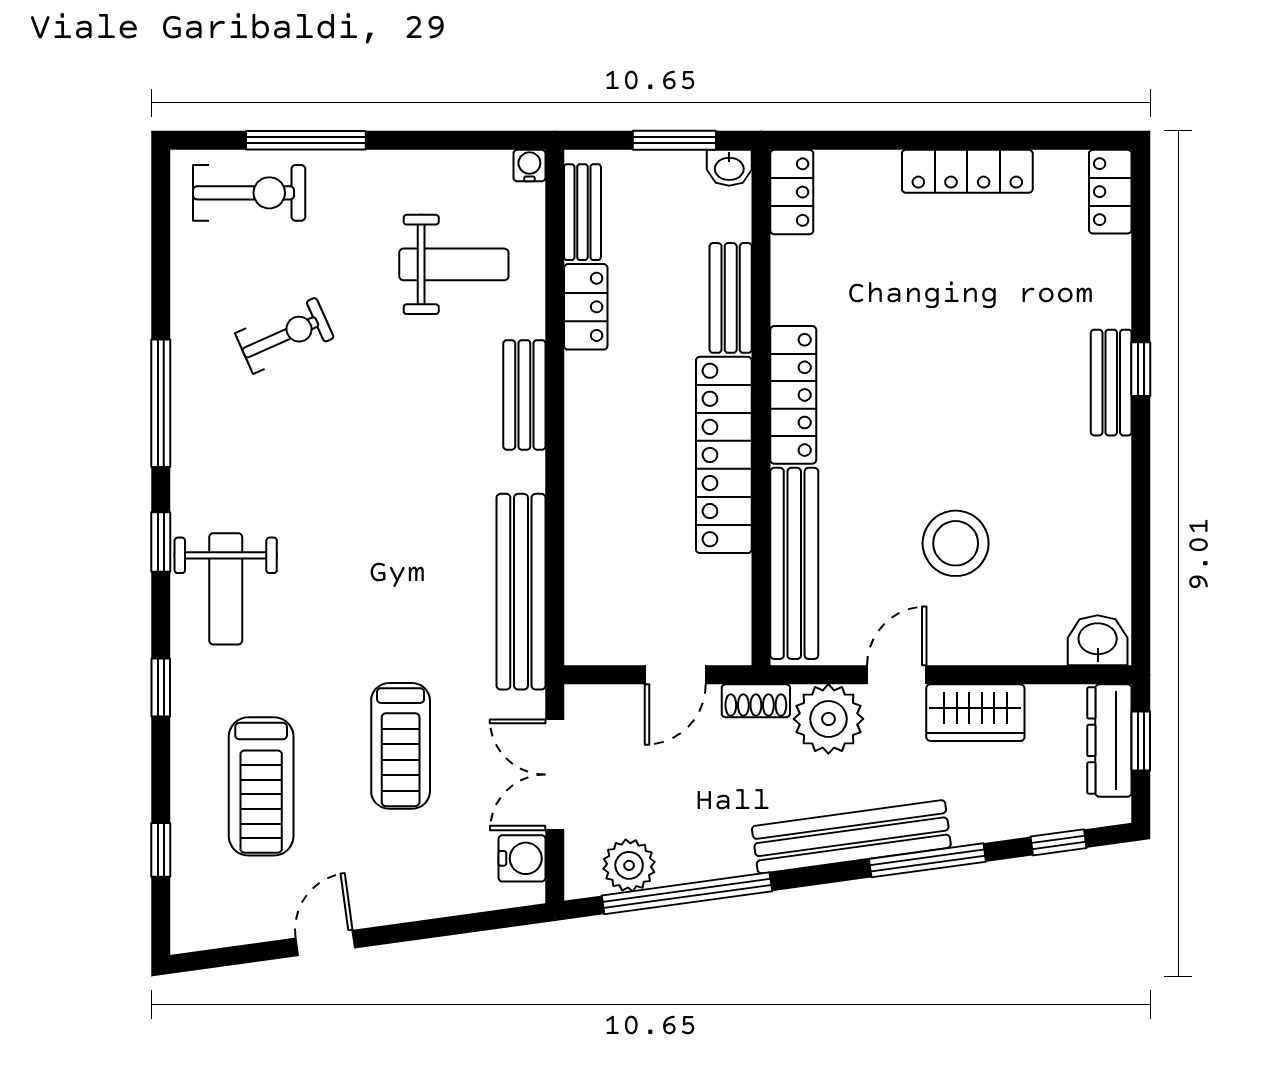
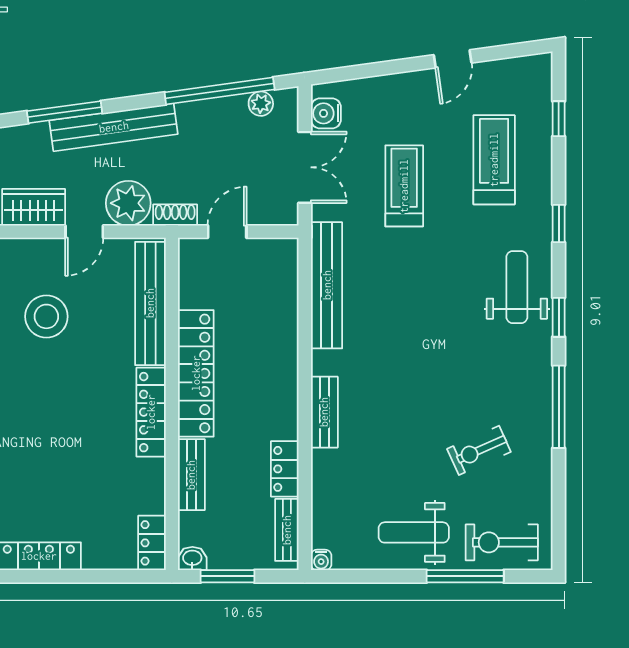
weight bench: (454, 264) -> (414, 532), moved
plant: (629, 865) -> (261, 104), width x0.73, depth x0.73

